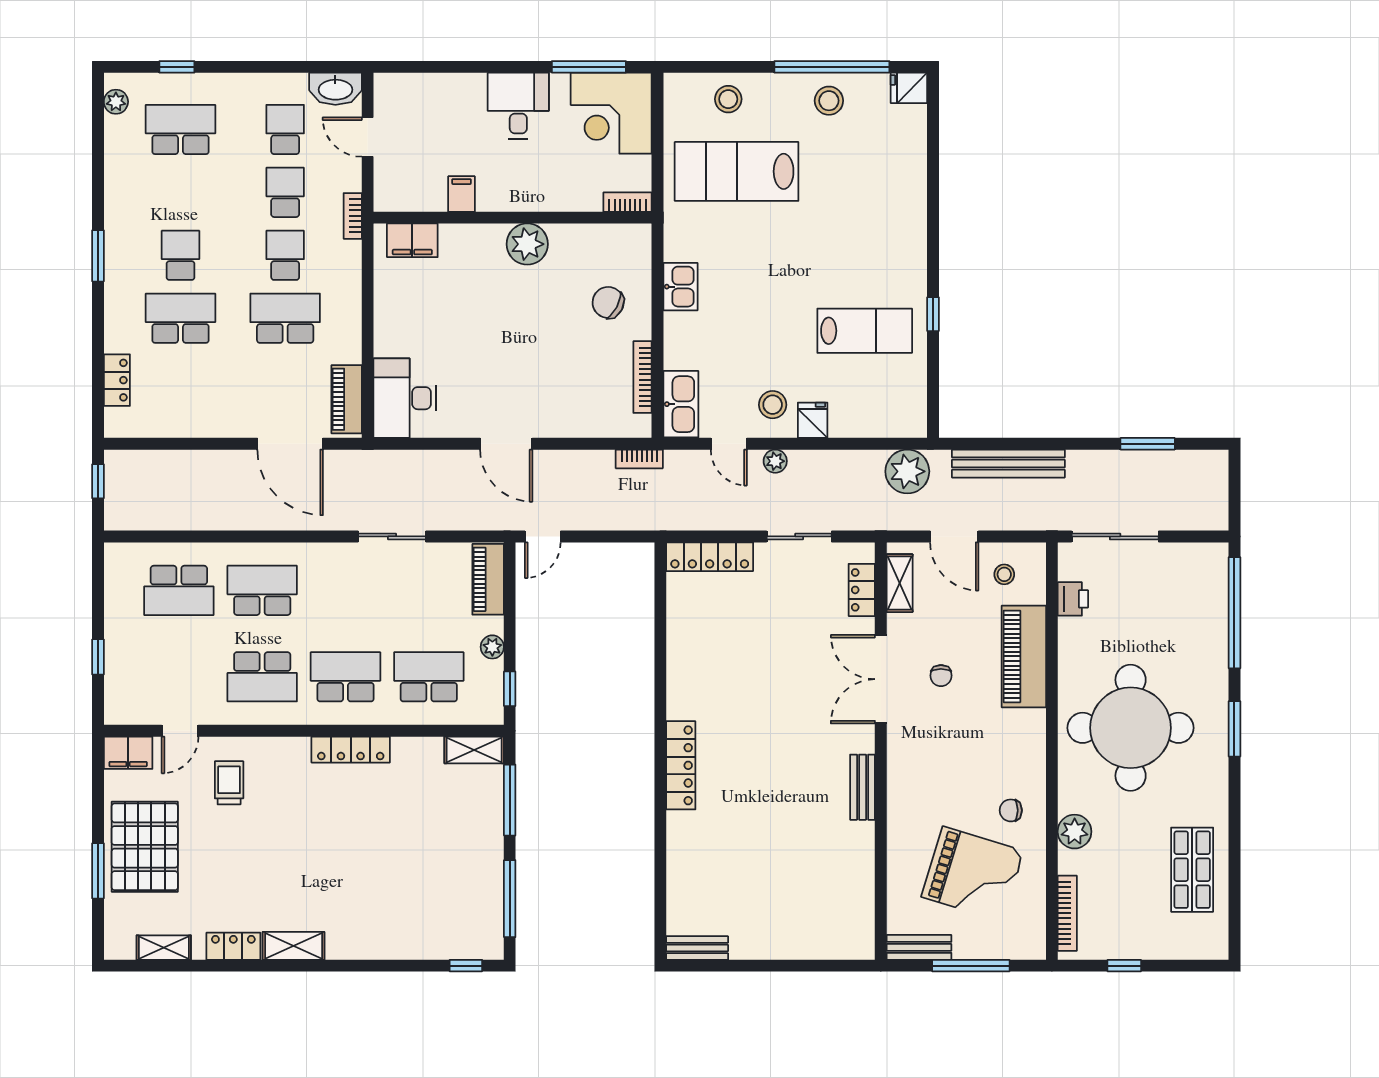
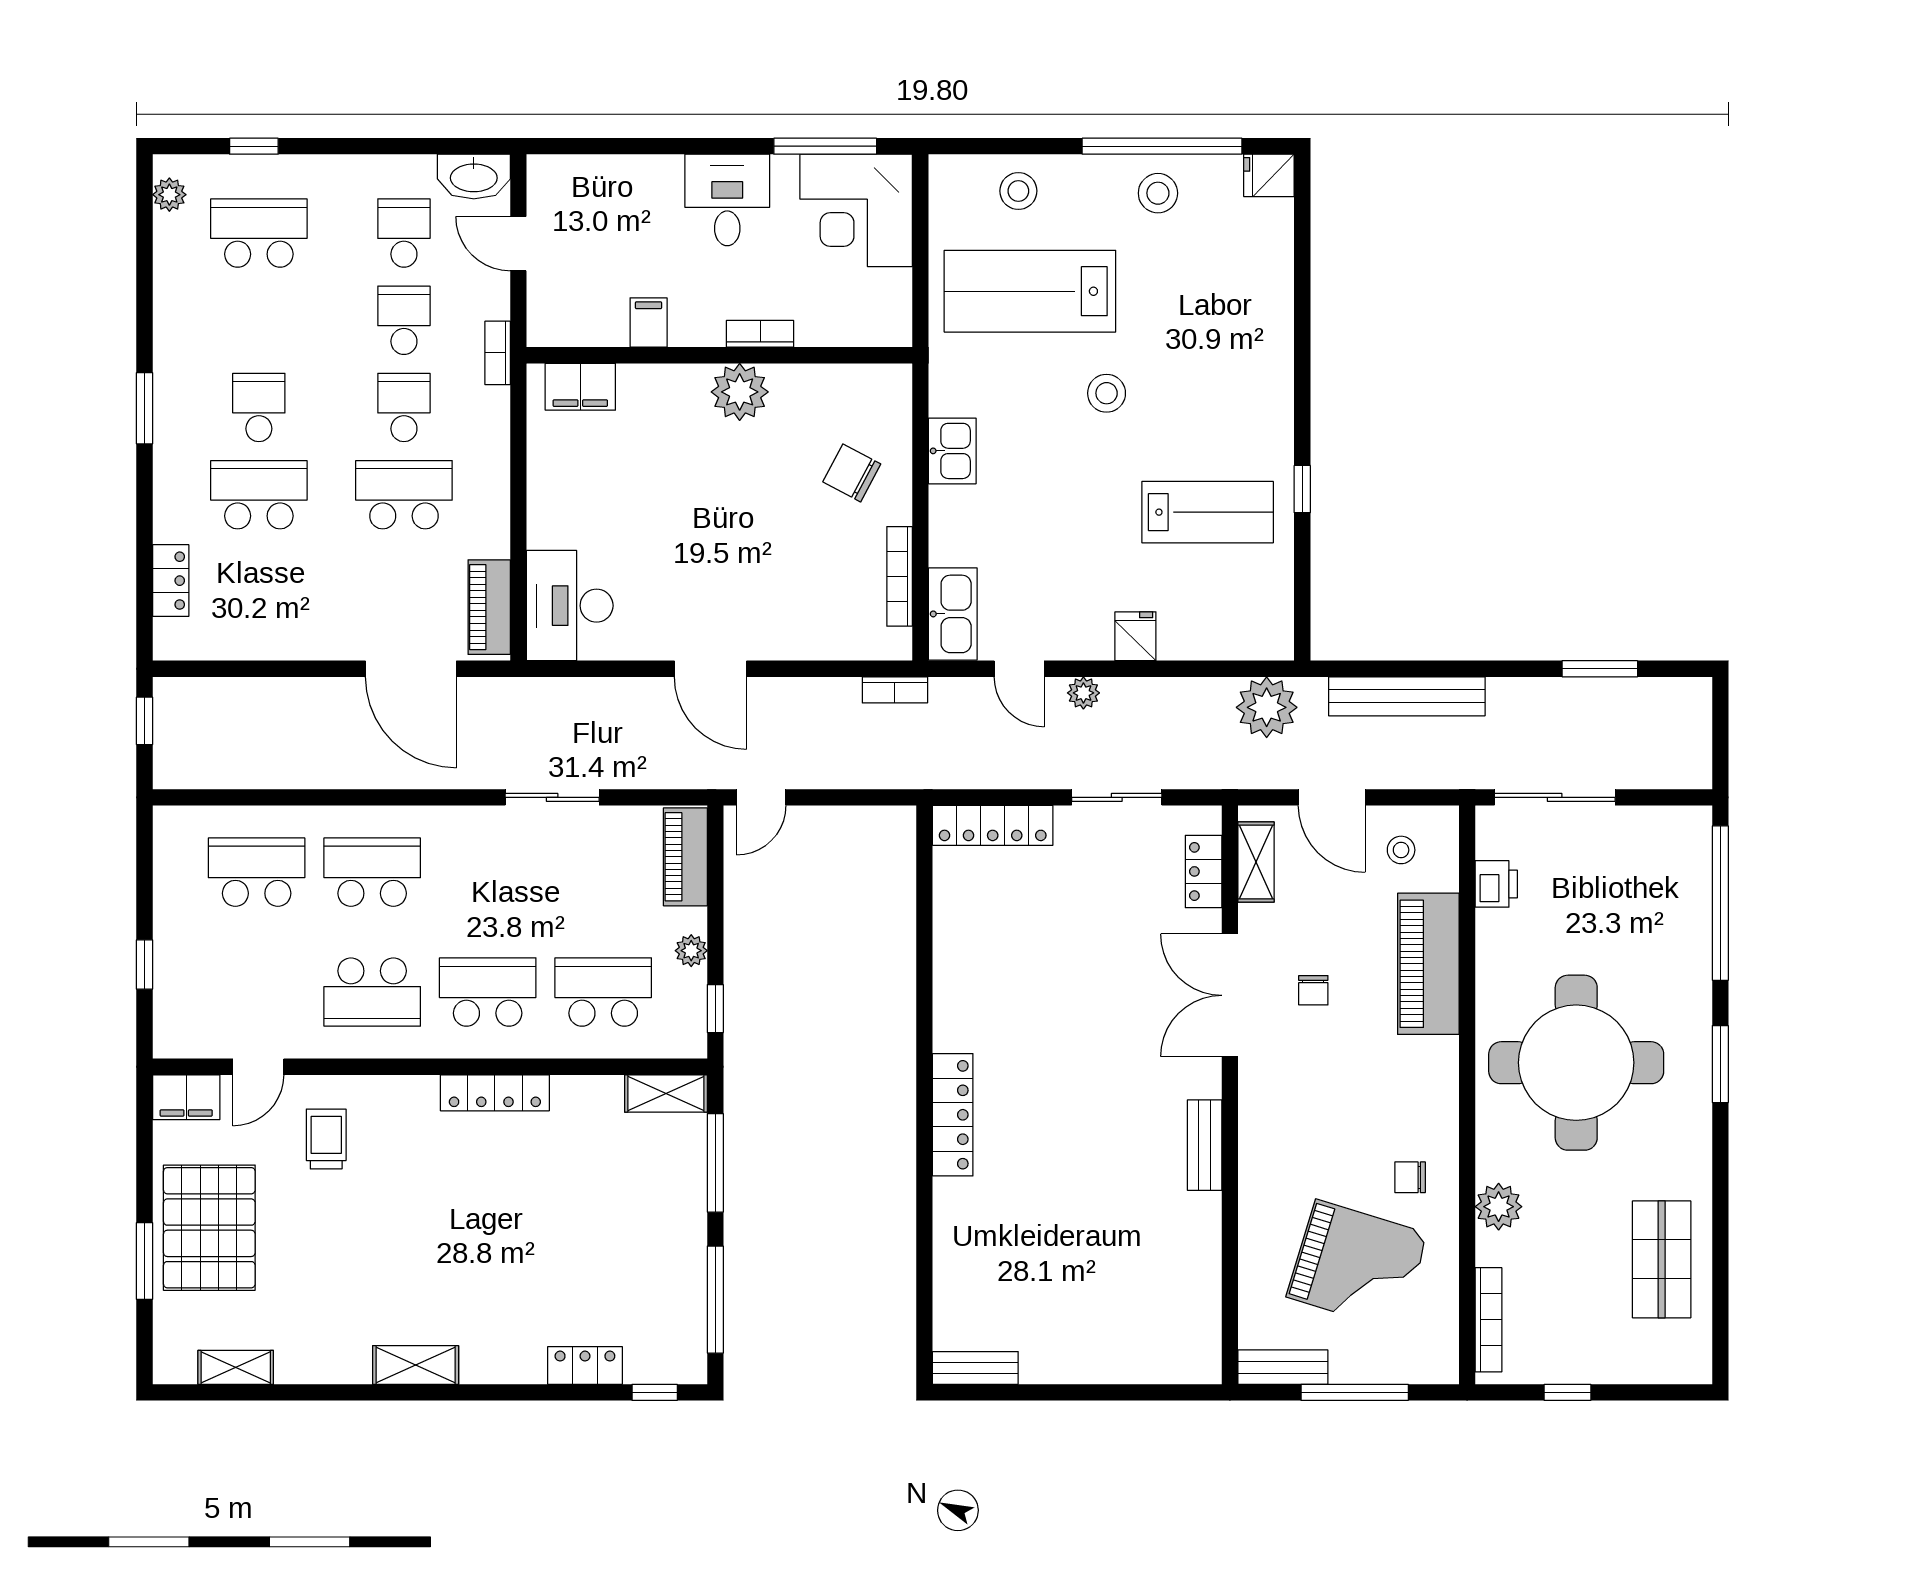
bookcase: (628, 202) -> (760, 334), moved
stool: (773, 405) -> (1107, 393), moved
school desk: (179, 590) -> (257, 872), turned 180
locker: (233, 946) -> (585, 1365), moved

